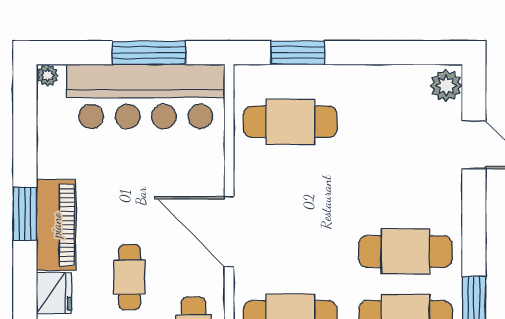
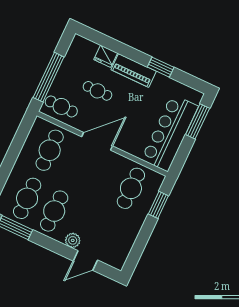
window: (149, 53) -> (198, 121), moved
plant: (47, 75) -> (198, 96), removed
plant: (446, 86) -> (73, 240), moved
window: (25, 214) -> (161, 67), moved

